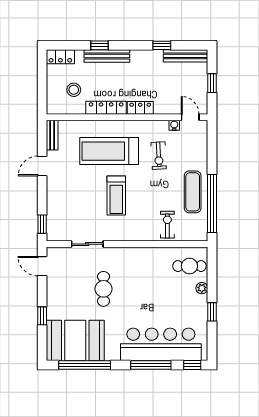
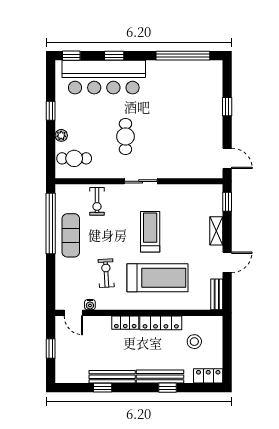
bench: (185, 56) -> (112, 377), moved
shelving: (53, 196) -> (216, 231), added
sliding door: (87, 244) -> (141, 181), moved
cafe table: (104, 289) -> (125, 136), moved
booth: (75, 340) -> (193, 81), removed
window: (151, 365) -> (114, 56), width x0.46

